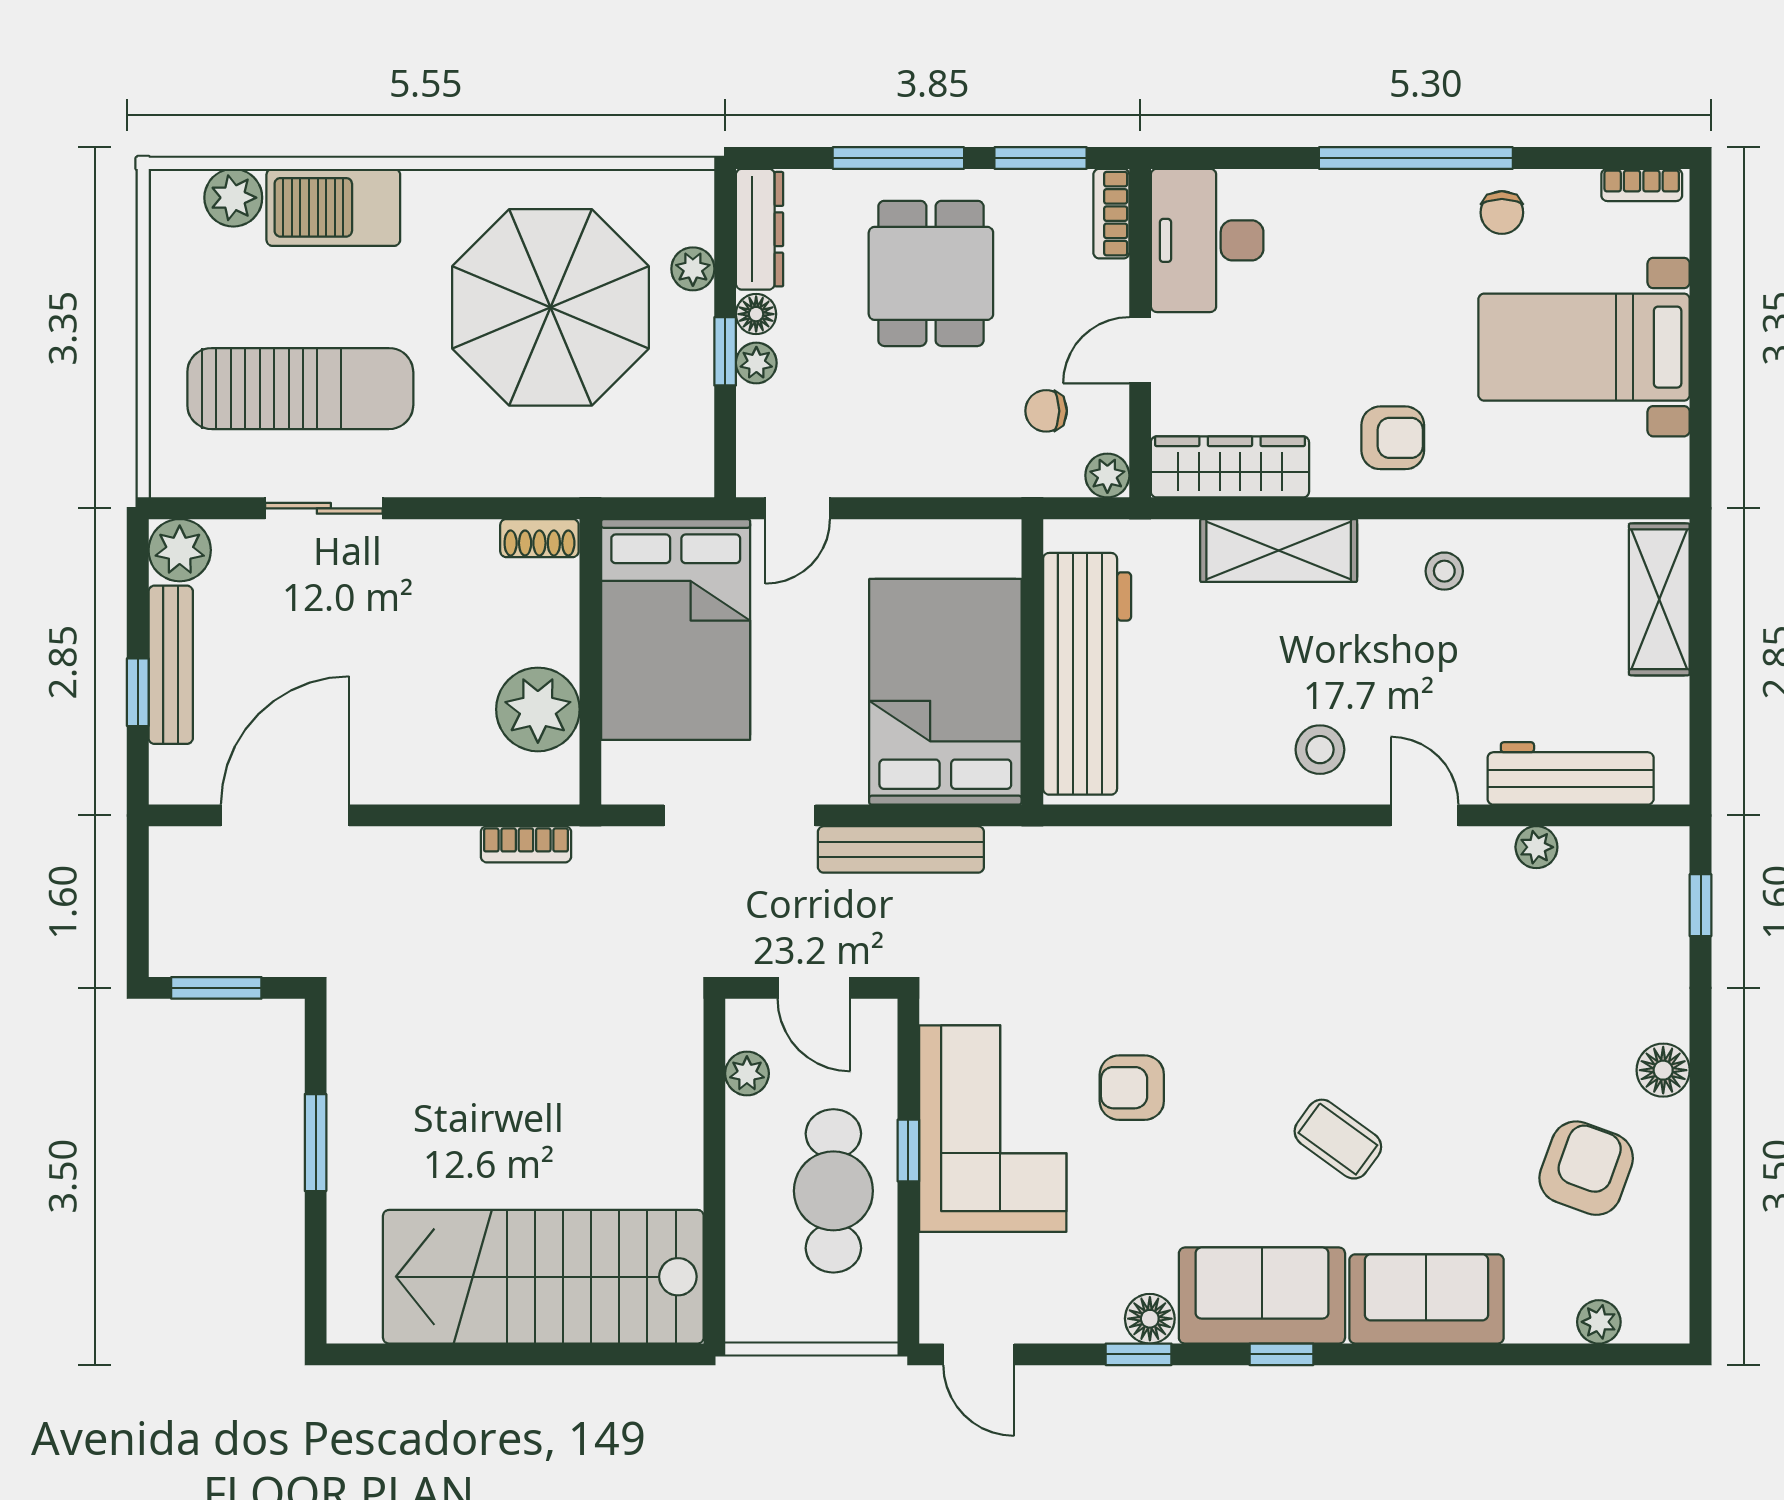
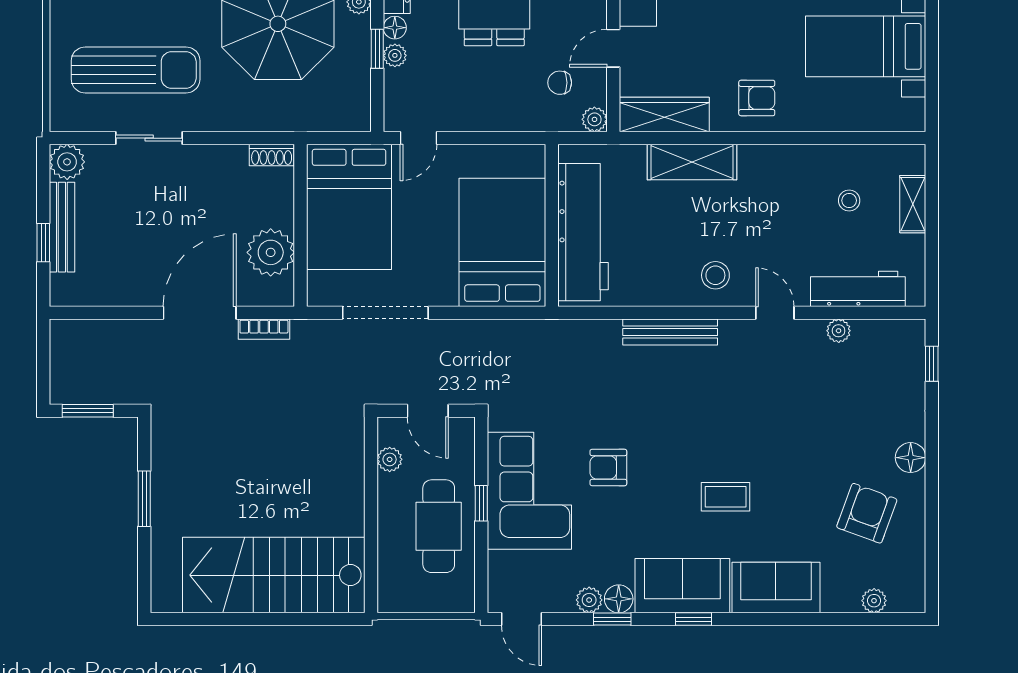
stool: (1444, 571) -> (849, 201), moved
shelving: (1659, 599) -> (913, 204), width x0.67, depth x0.75
door: (285, 815) -> (200, 313), moved
bench: (901, 849) -> (670, 332), moved
coffee table: (1338, 1139) -> (726, 497), turned -36
plant: (1098, 1321) -> (589, 600), added

